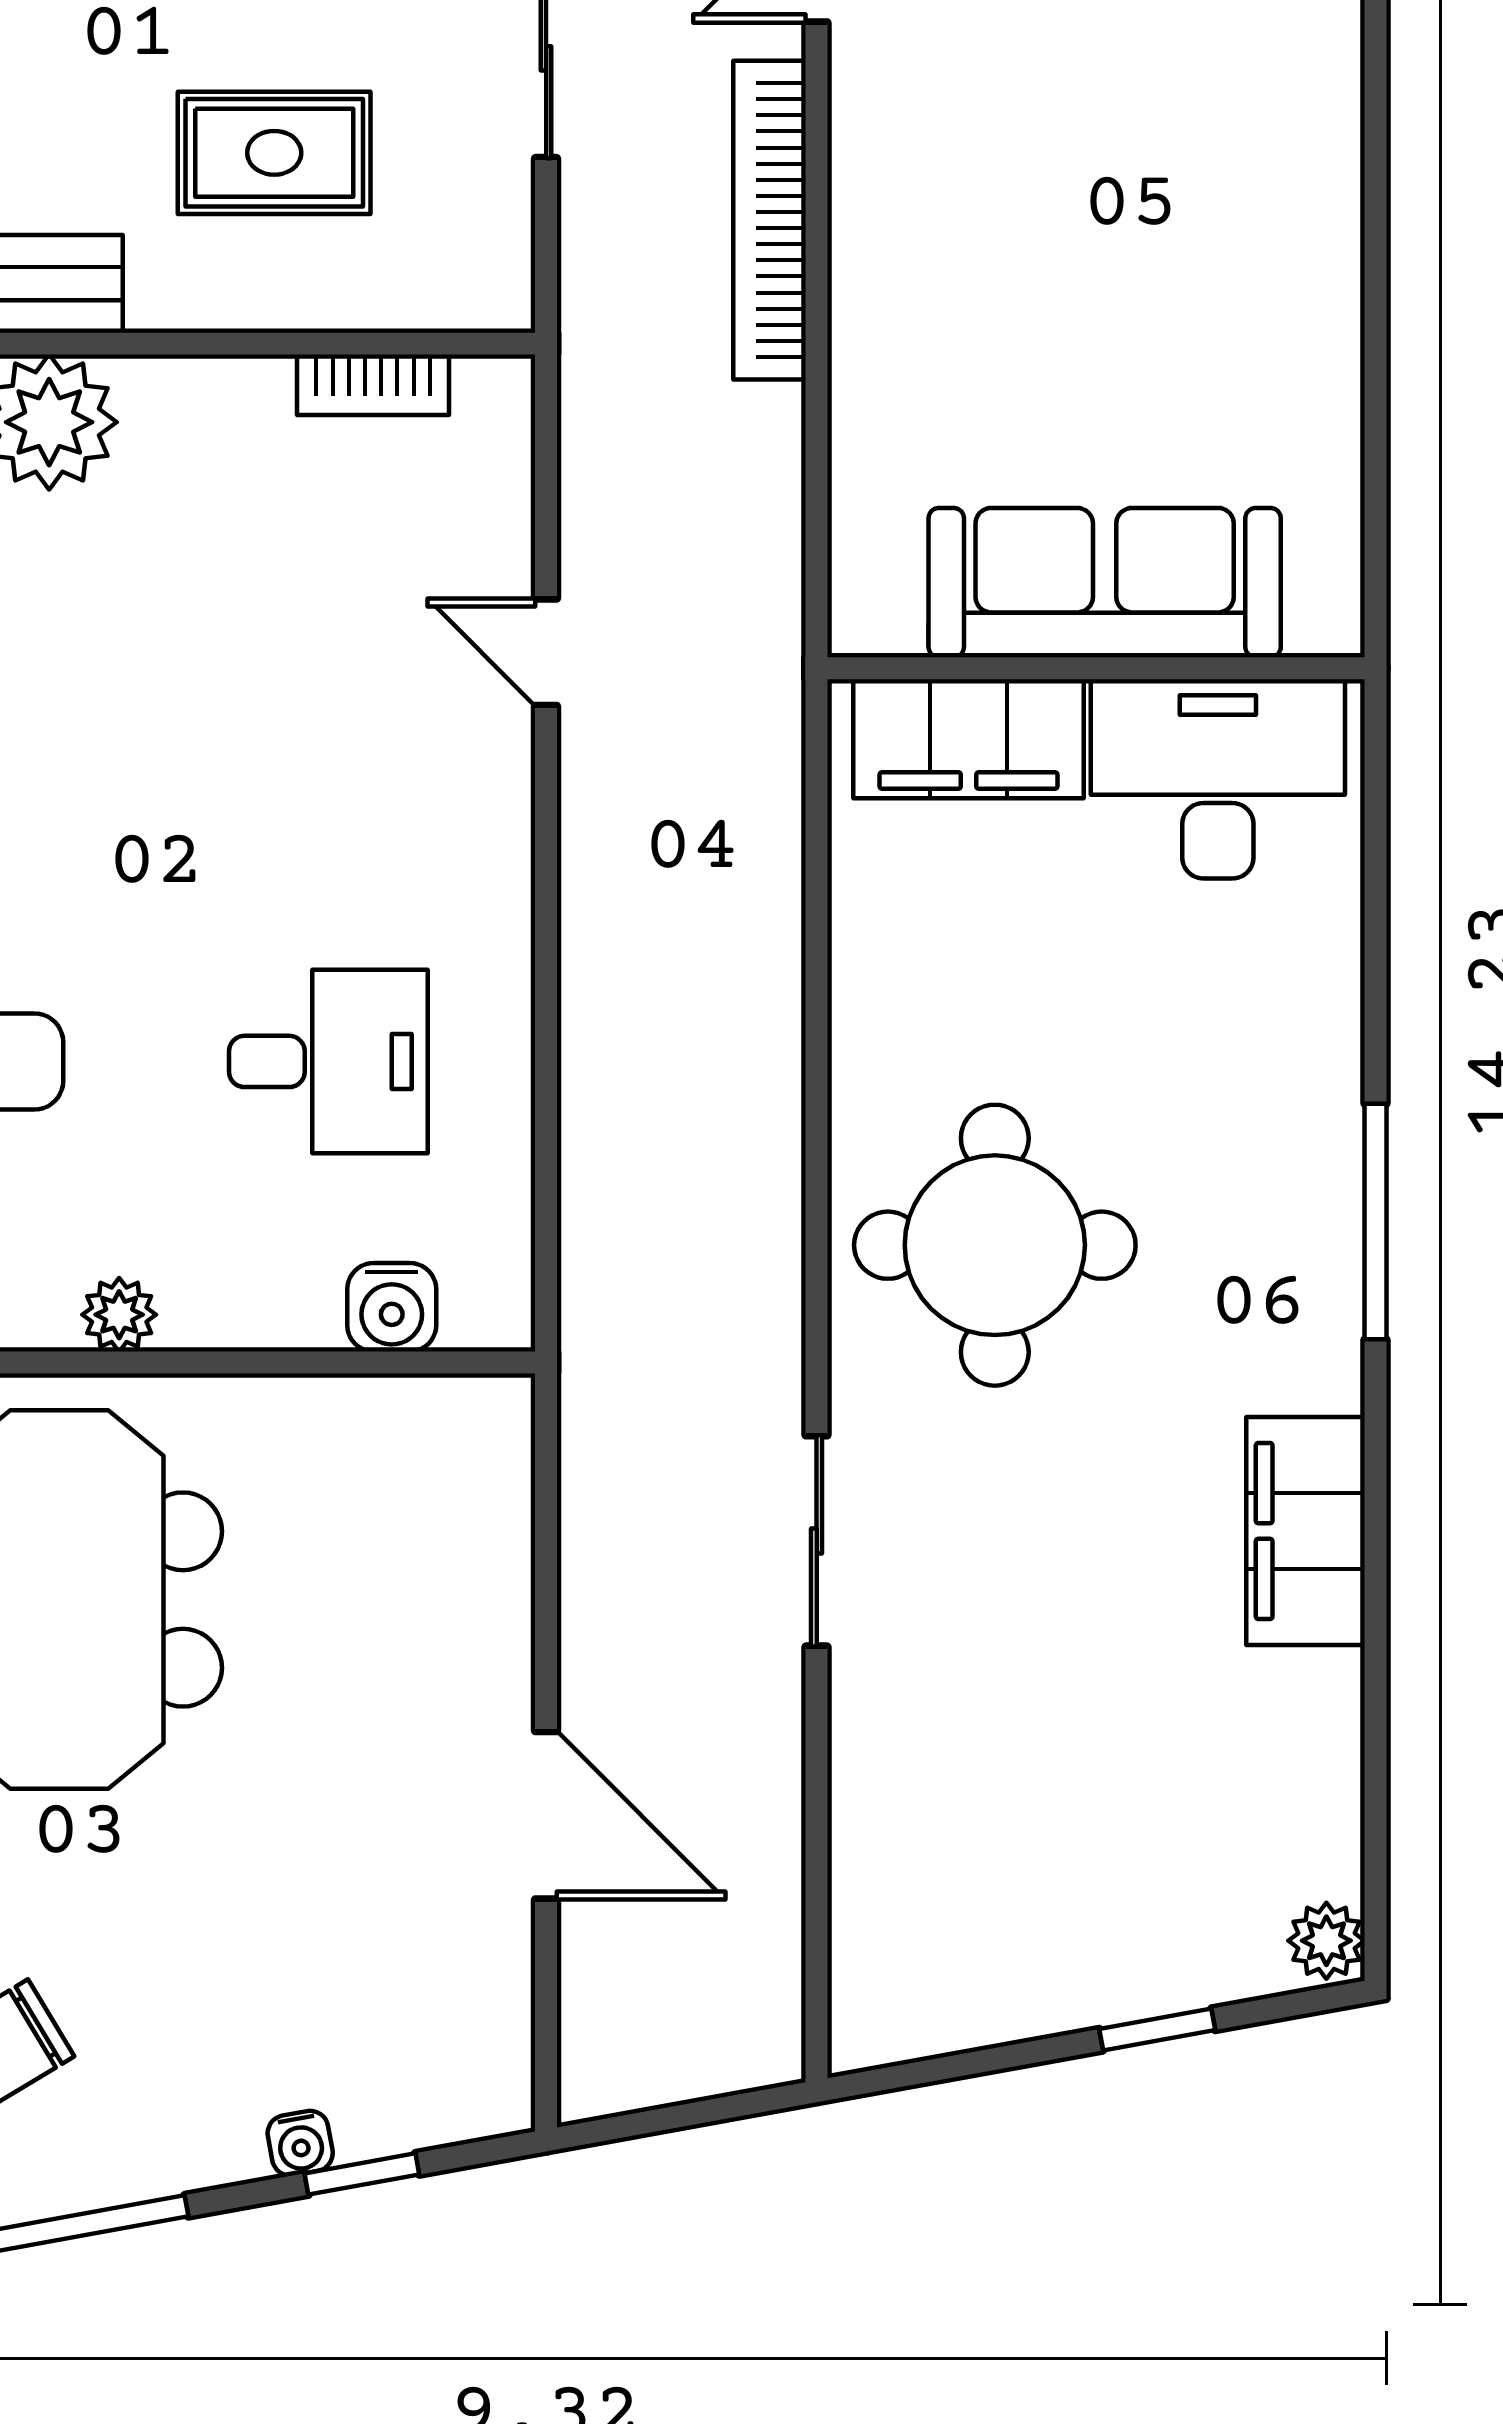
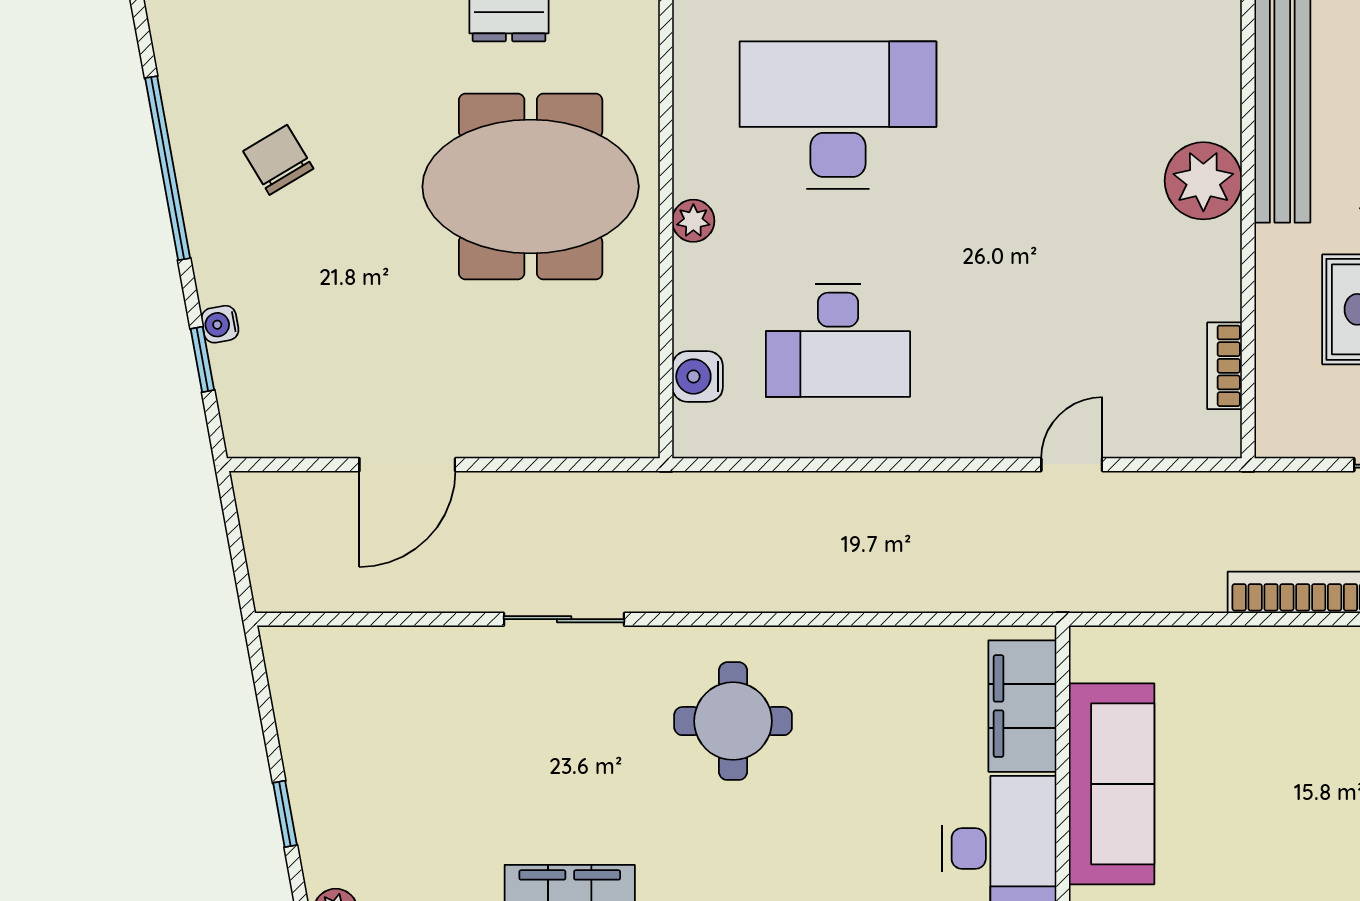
desk: (328, 1061) -> (838, 340), width x1.37
round table: (995, 1245) -> (733, 721), width x0.73, depth x0.73

